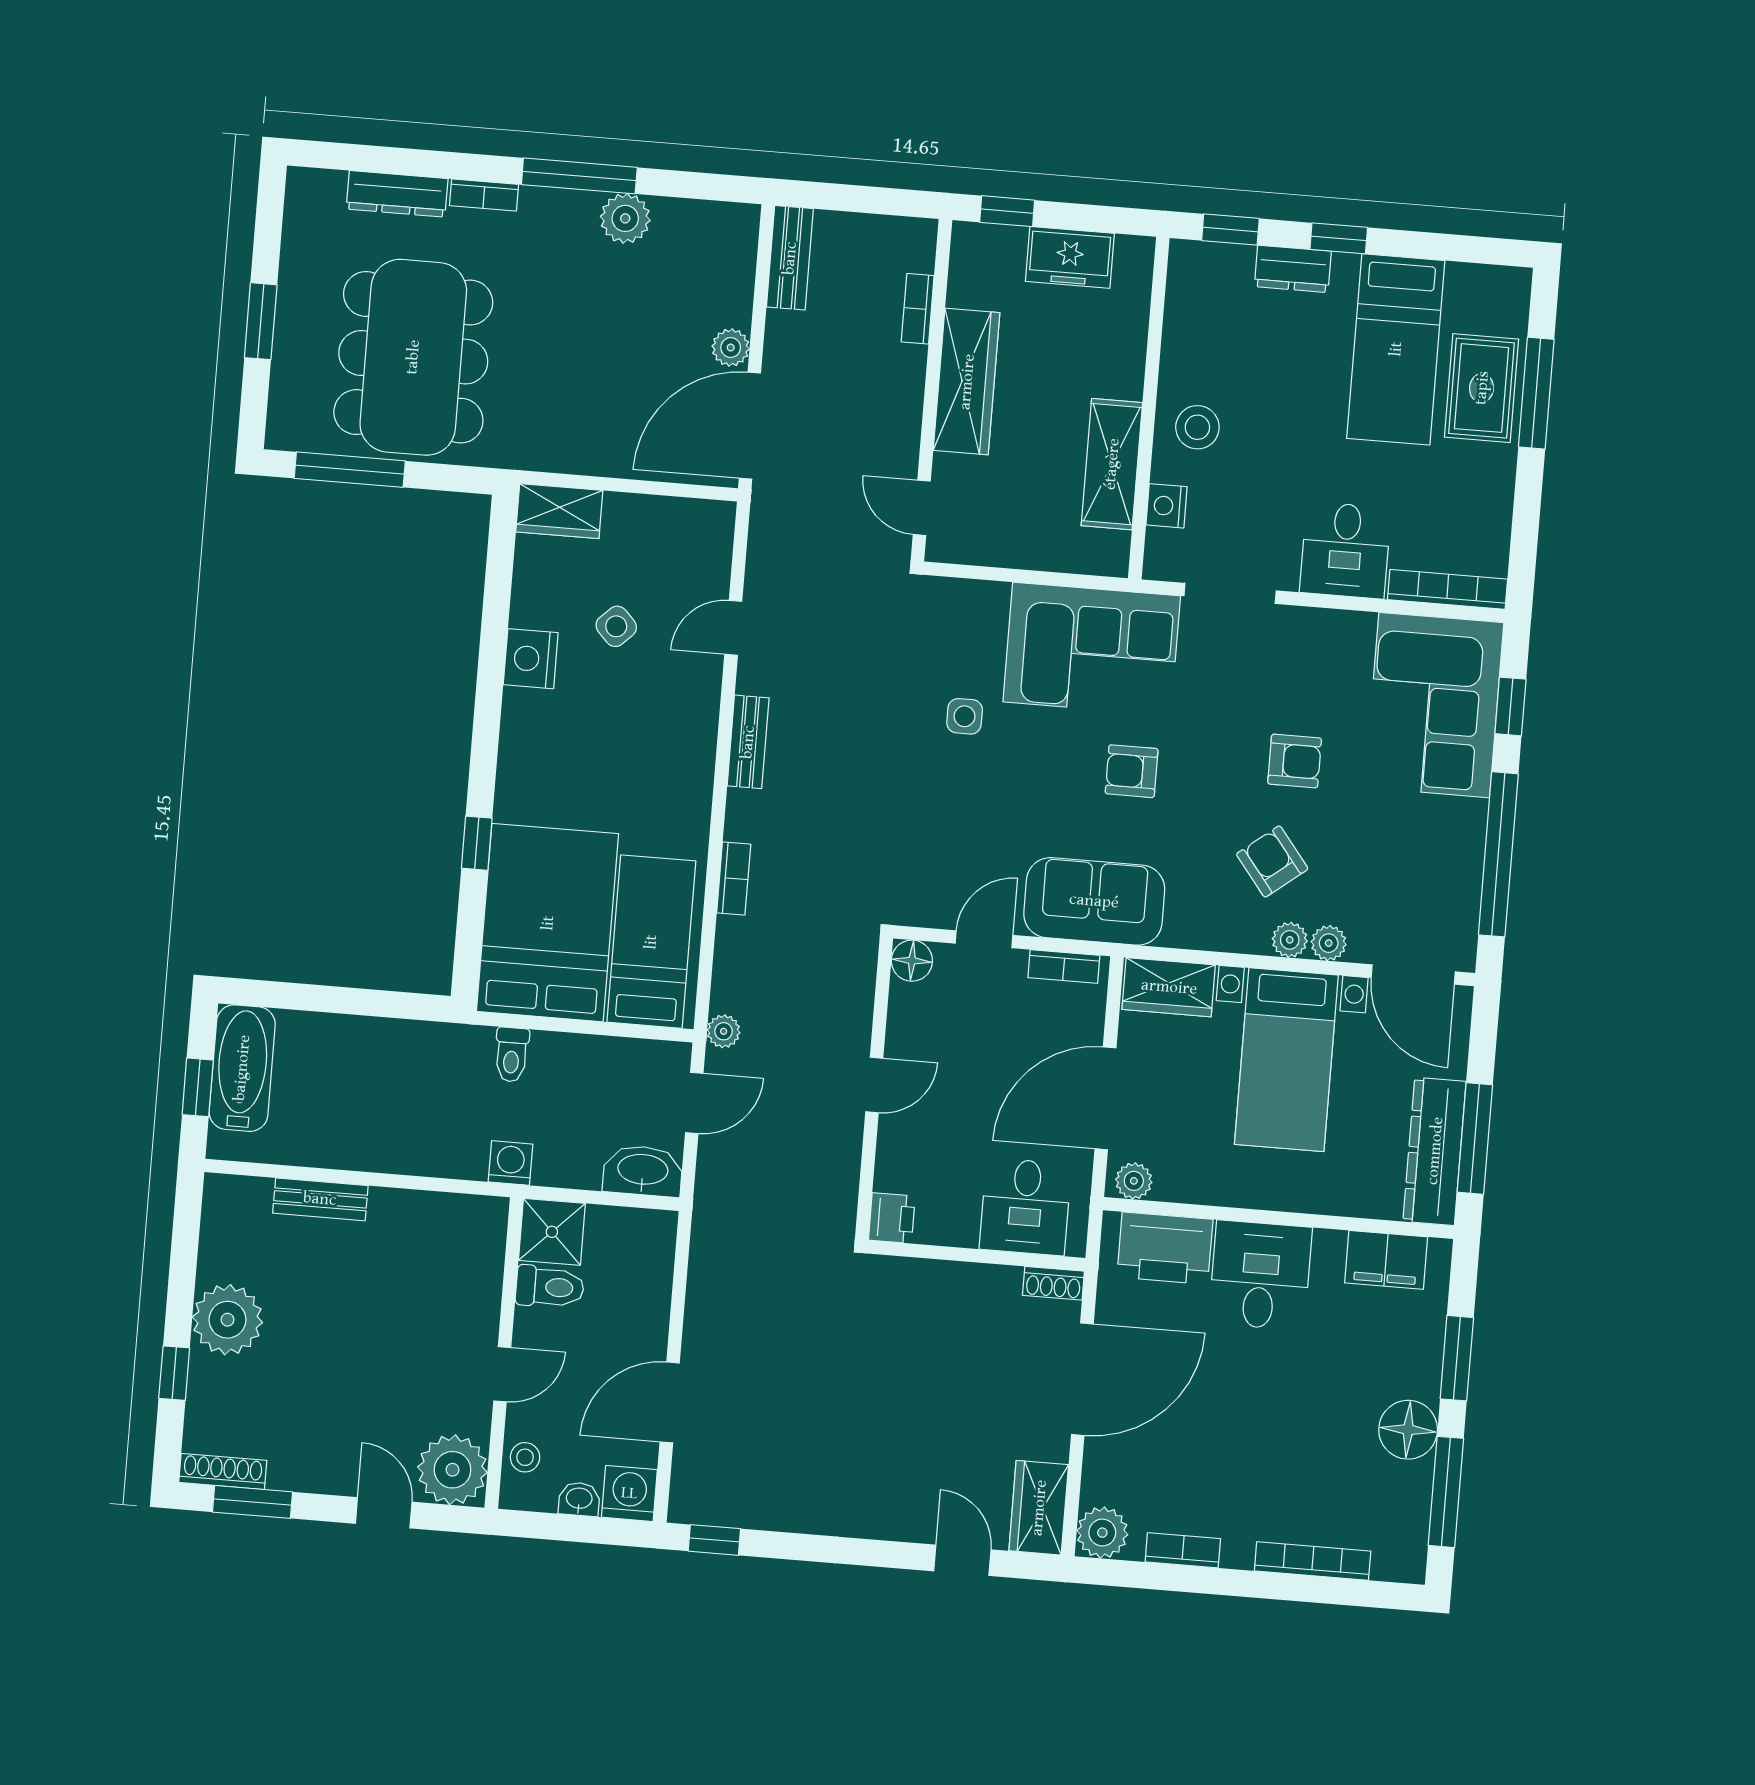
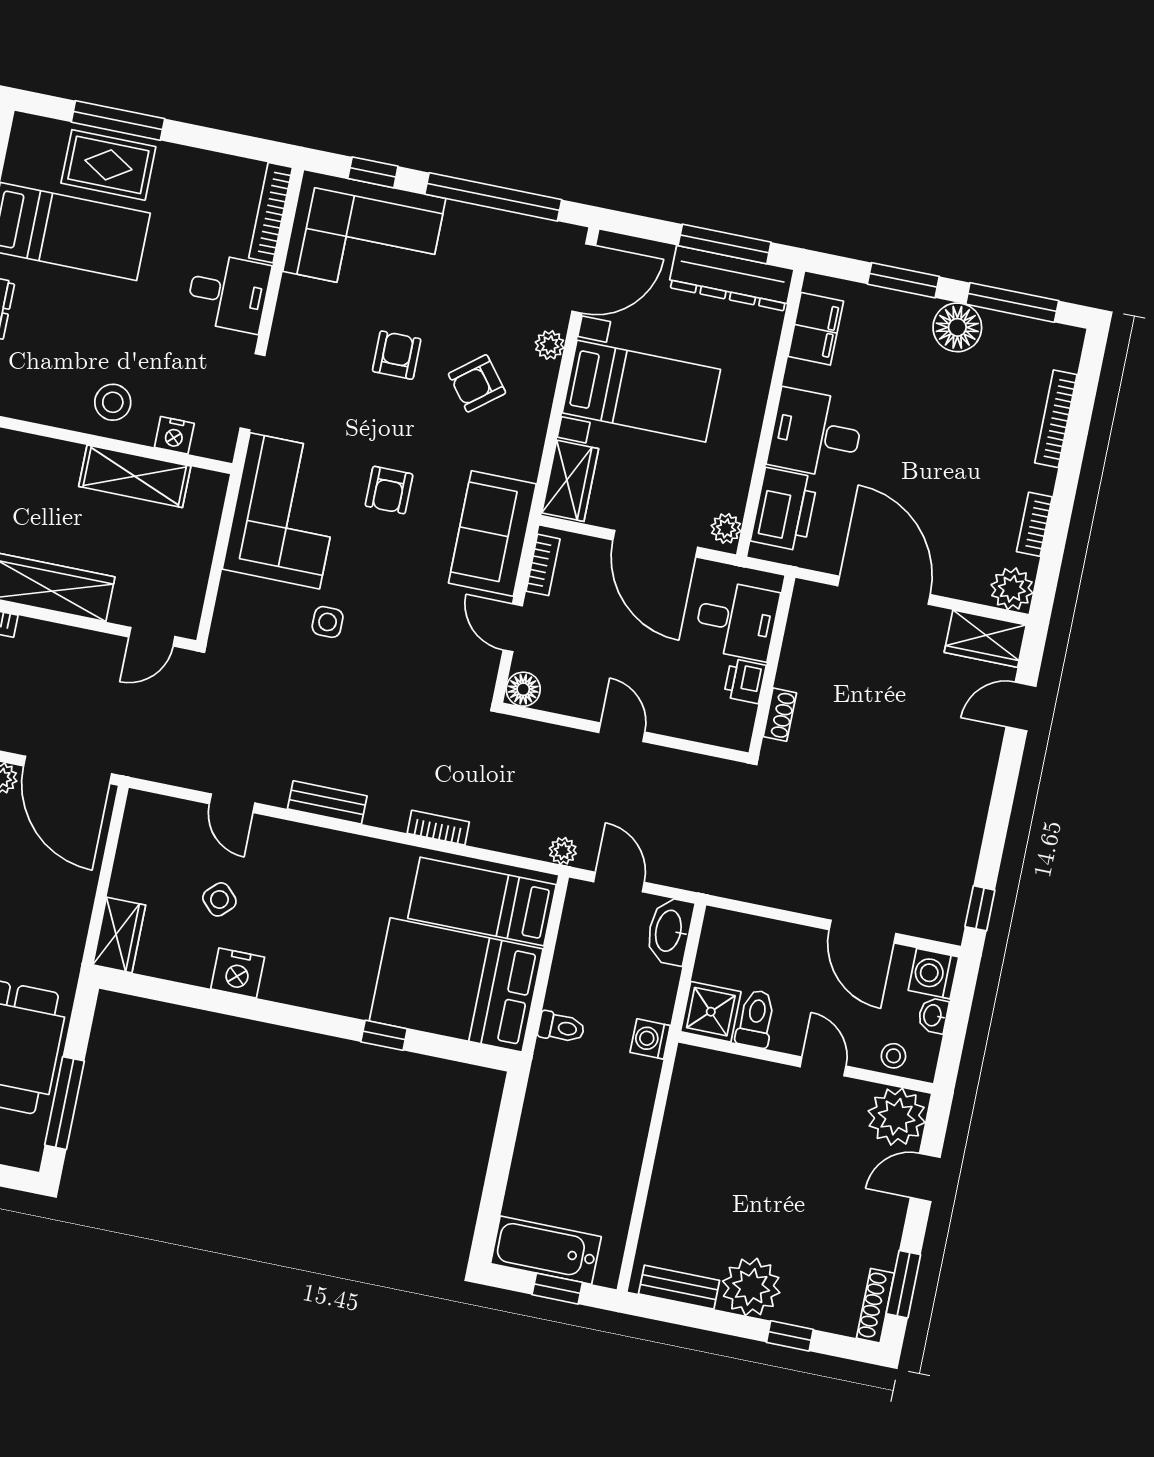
plant: (1290, 940) -> (543, 377), removed
bench: (320, 1199) -> (679, 1287), moved, turned 90
printer: (892, 1218) -> (745, 681), moved, turned -90
shoe rack: (1053, 1283) -> (780, 715), moved

